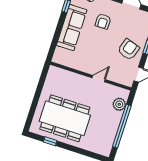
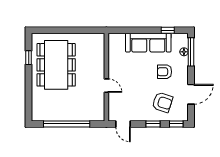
armchair: (129, 49) -> (162, 102), moved
plant: (119, 104) -> (87, 114), removed

